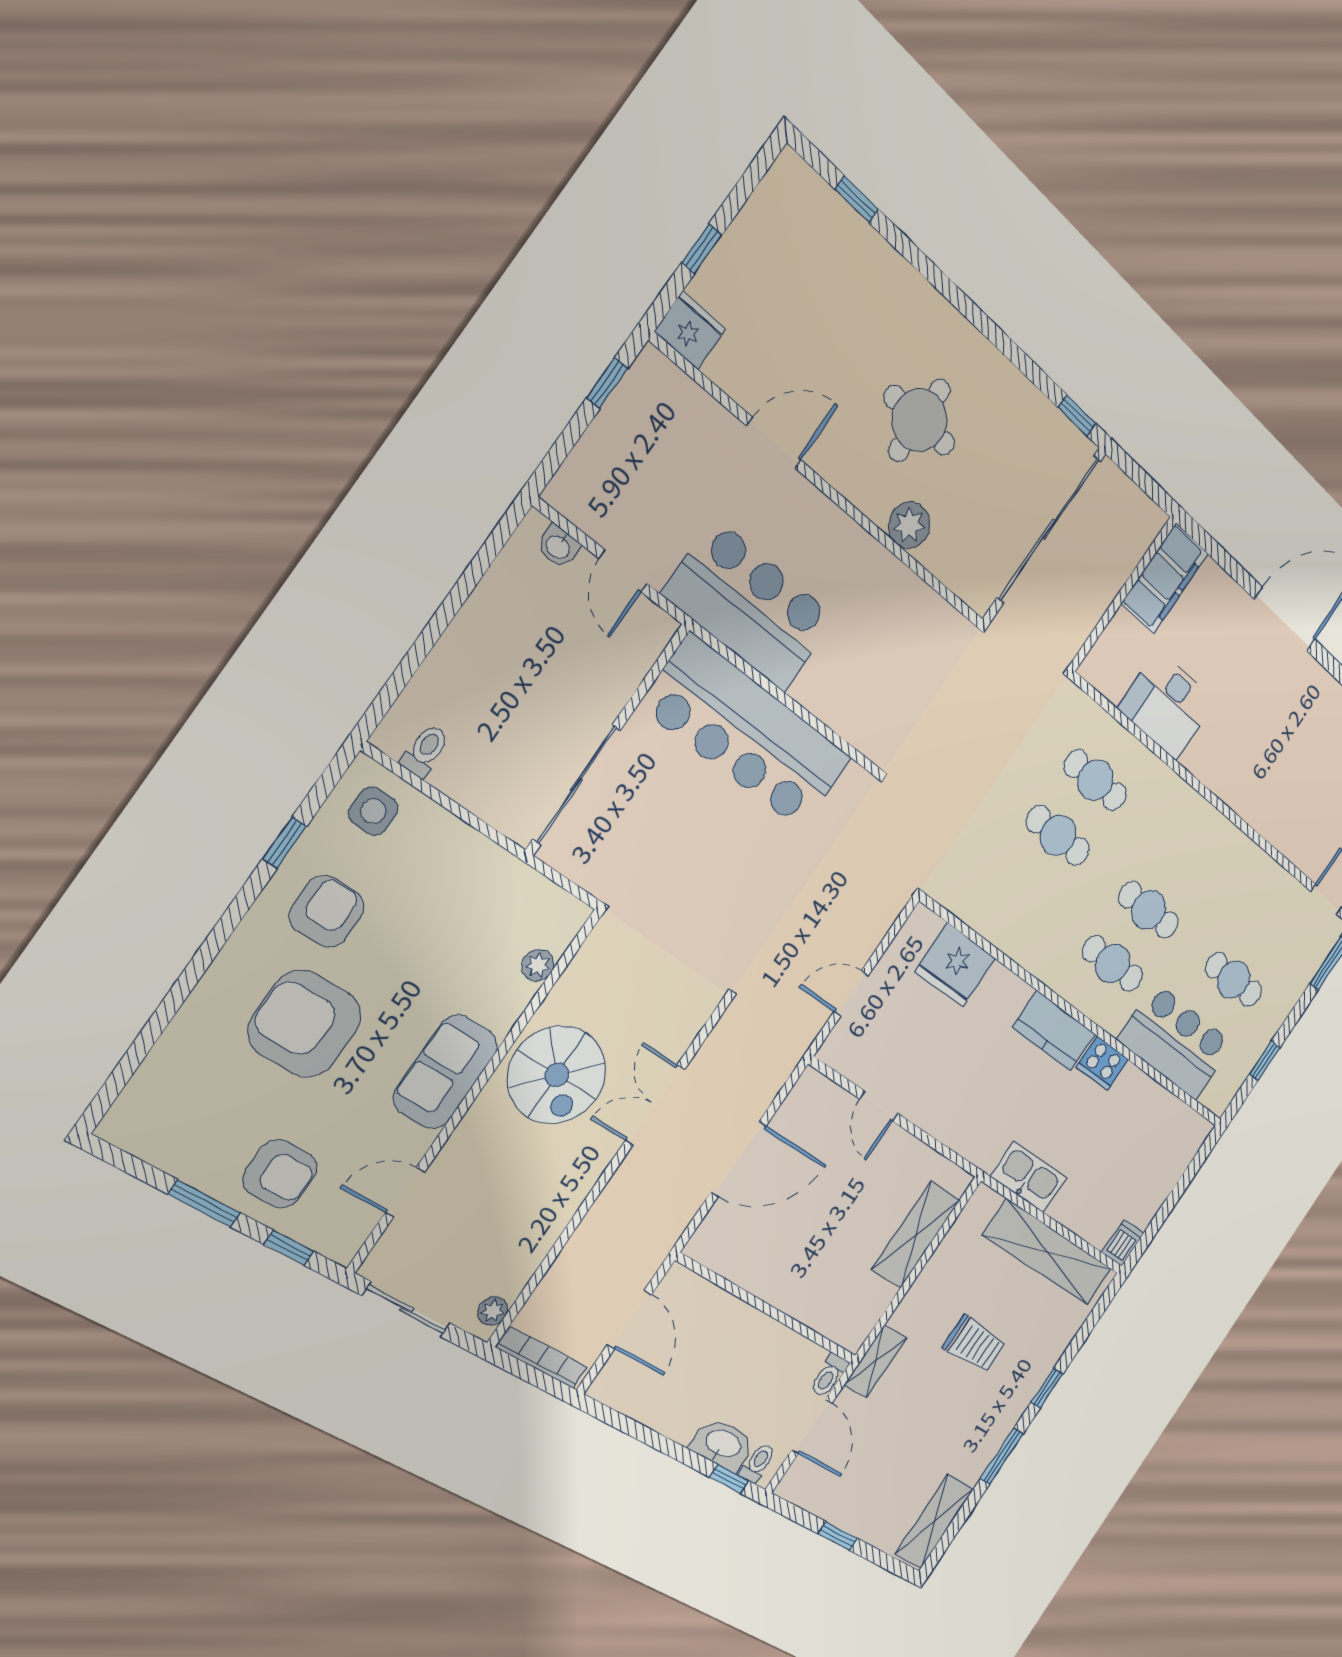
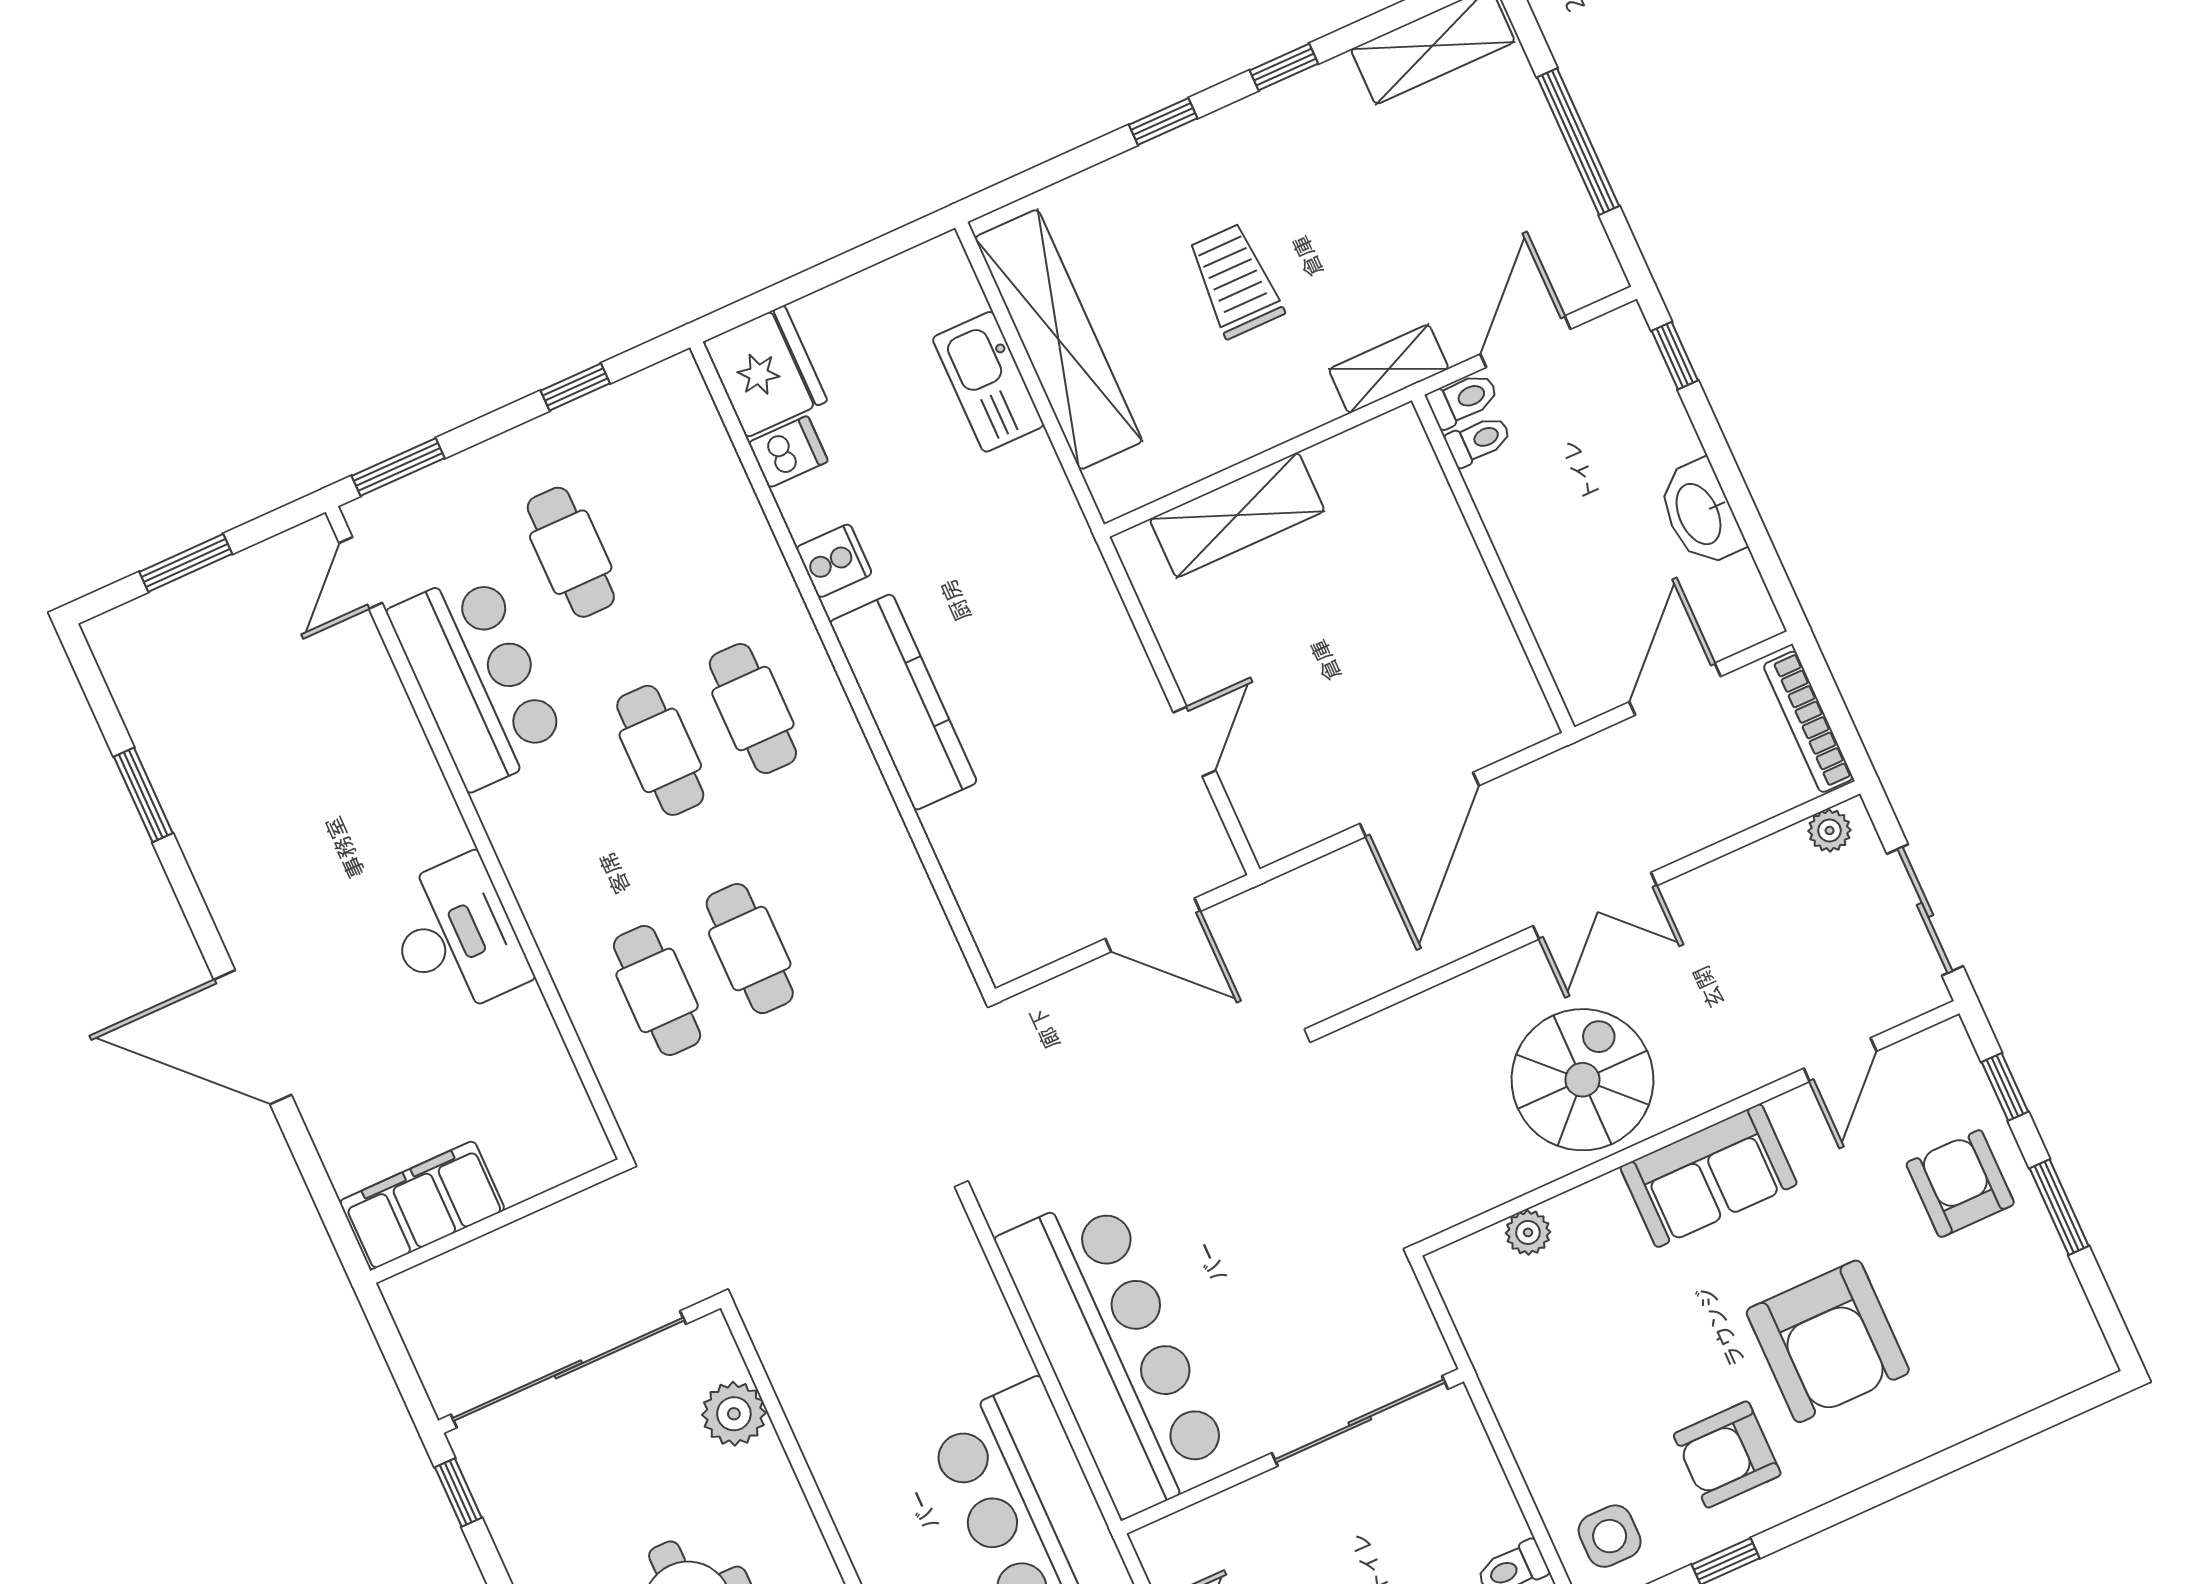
plant: (909, 525) -> (734, 1414), moved
desk: (1167, 705) -> (456, 936), moved
fridge: (955, 965) -> (765, 371), moved
door: (851, 994) -> (1153, 925), width x1.38
kitchen counter: (1054, 1031) -> (903, 702), width x1.50
bar counter: (1176, 1041) -> (478, 679), moved, turned 180
cooker: (1102, 1063) -> (834, 561), width x0.73
double door: (655, 1105) -> (1595, 906), moved
door: (738, 1159) -> (1419, 805), swing flipped
kitchen sink: (1029, 1177) -> (988, 382), moved
door: (405, 1192) -> (1840, 1060), hinge flipped
dishwasher: (1123, 1243) -> (788, 452), moved, turned 180
washbasin: (723, 1444) -> (1700, 513), moved
window: (1002, 1456) -> (1284, 67), width x0.67
toilet: (758, 1463) -> (1478, 440), moved, turned 180
window: (838, 1536) -> (1578, 142), width x2.17

